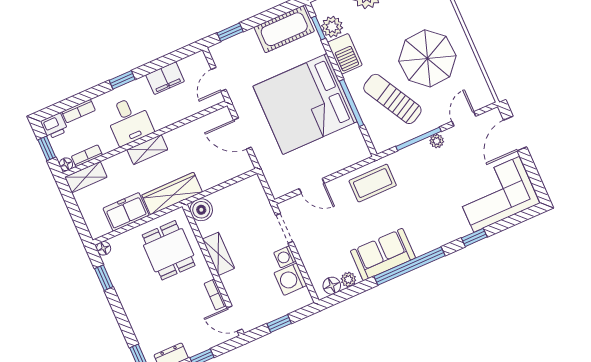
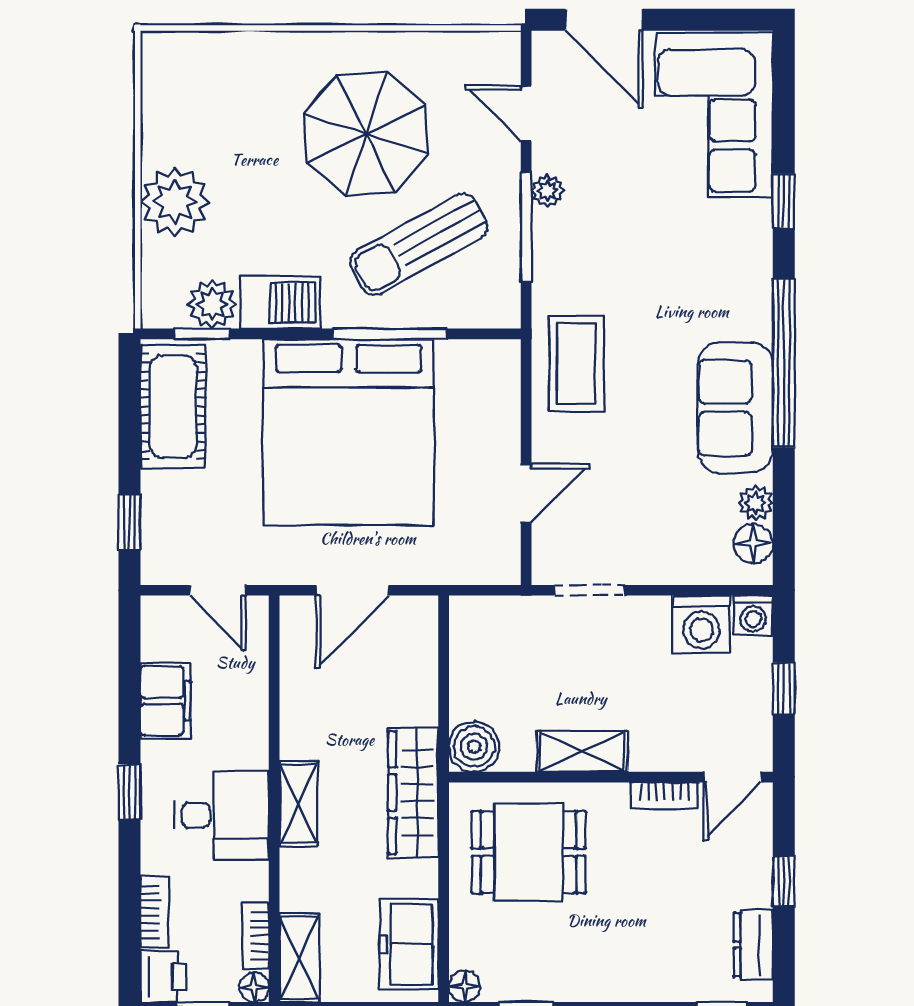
freezer: (126, 212) -> (409, 944), moved
washing machine: (285, 257) -> (753, 615), moved

